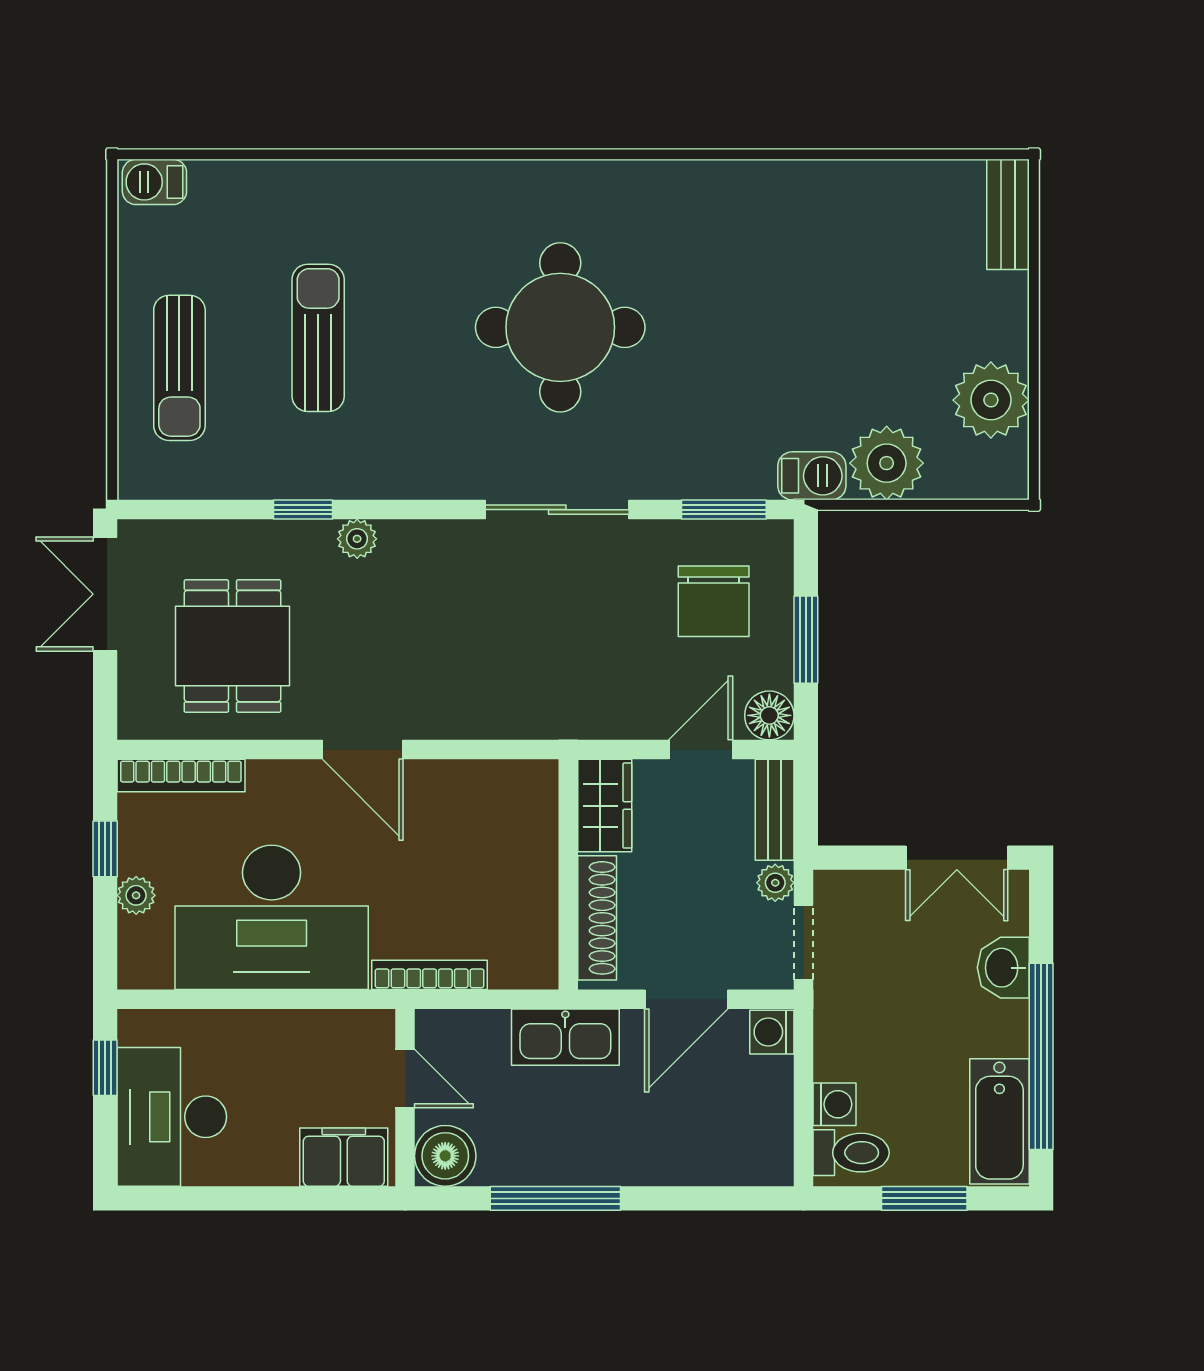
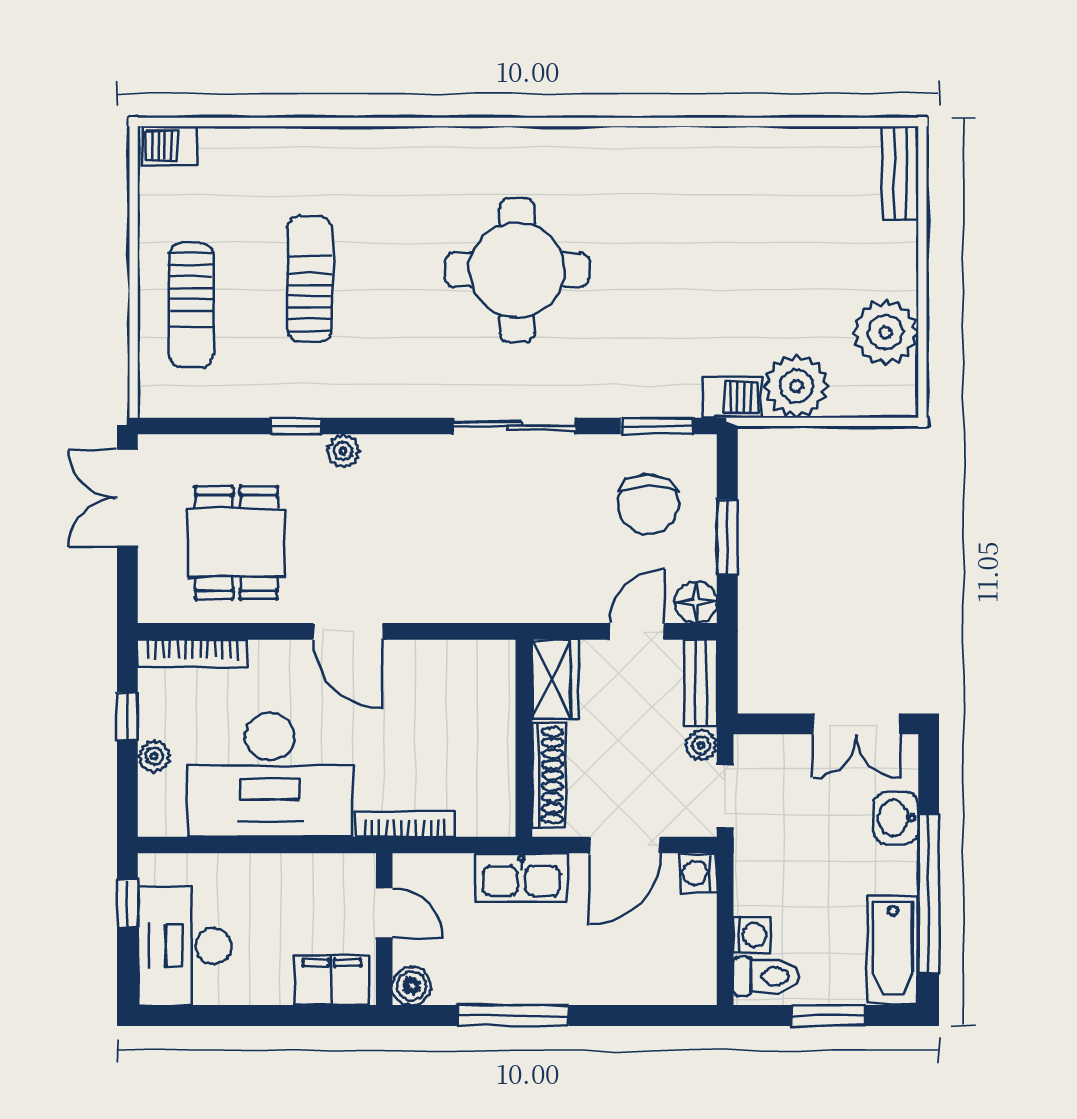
boiler: (445, 1156) -> (412, 986), width x0.73, depth x0.73

